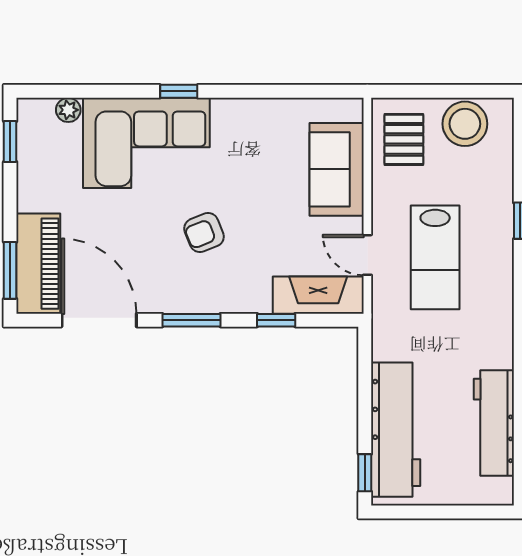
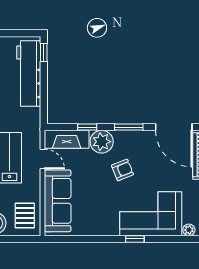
sofa: (337, 169) -> (58, 201), width x1.36
plant: (247, 290) -> (102, 142), added

